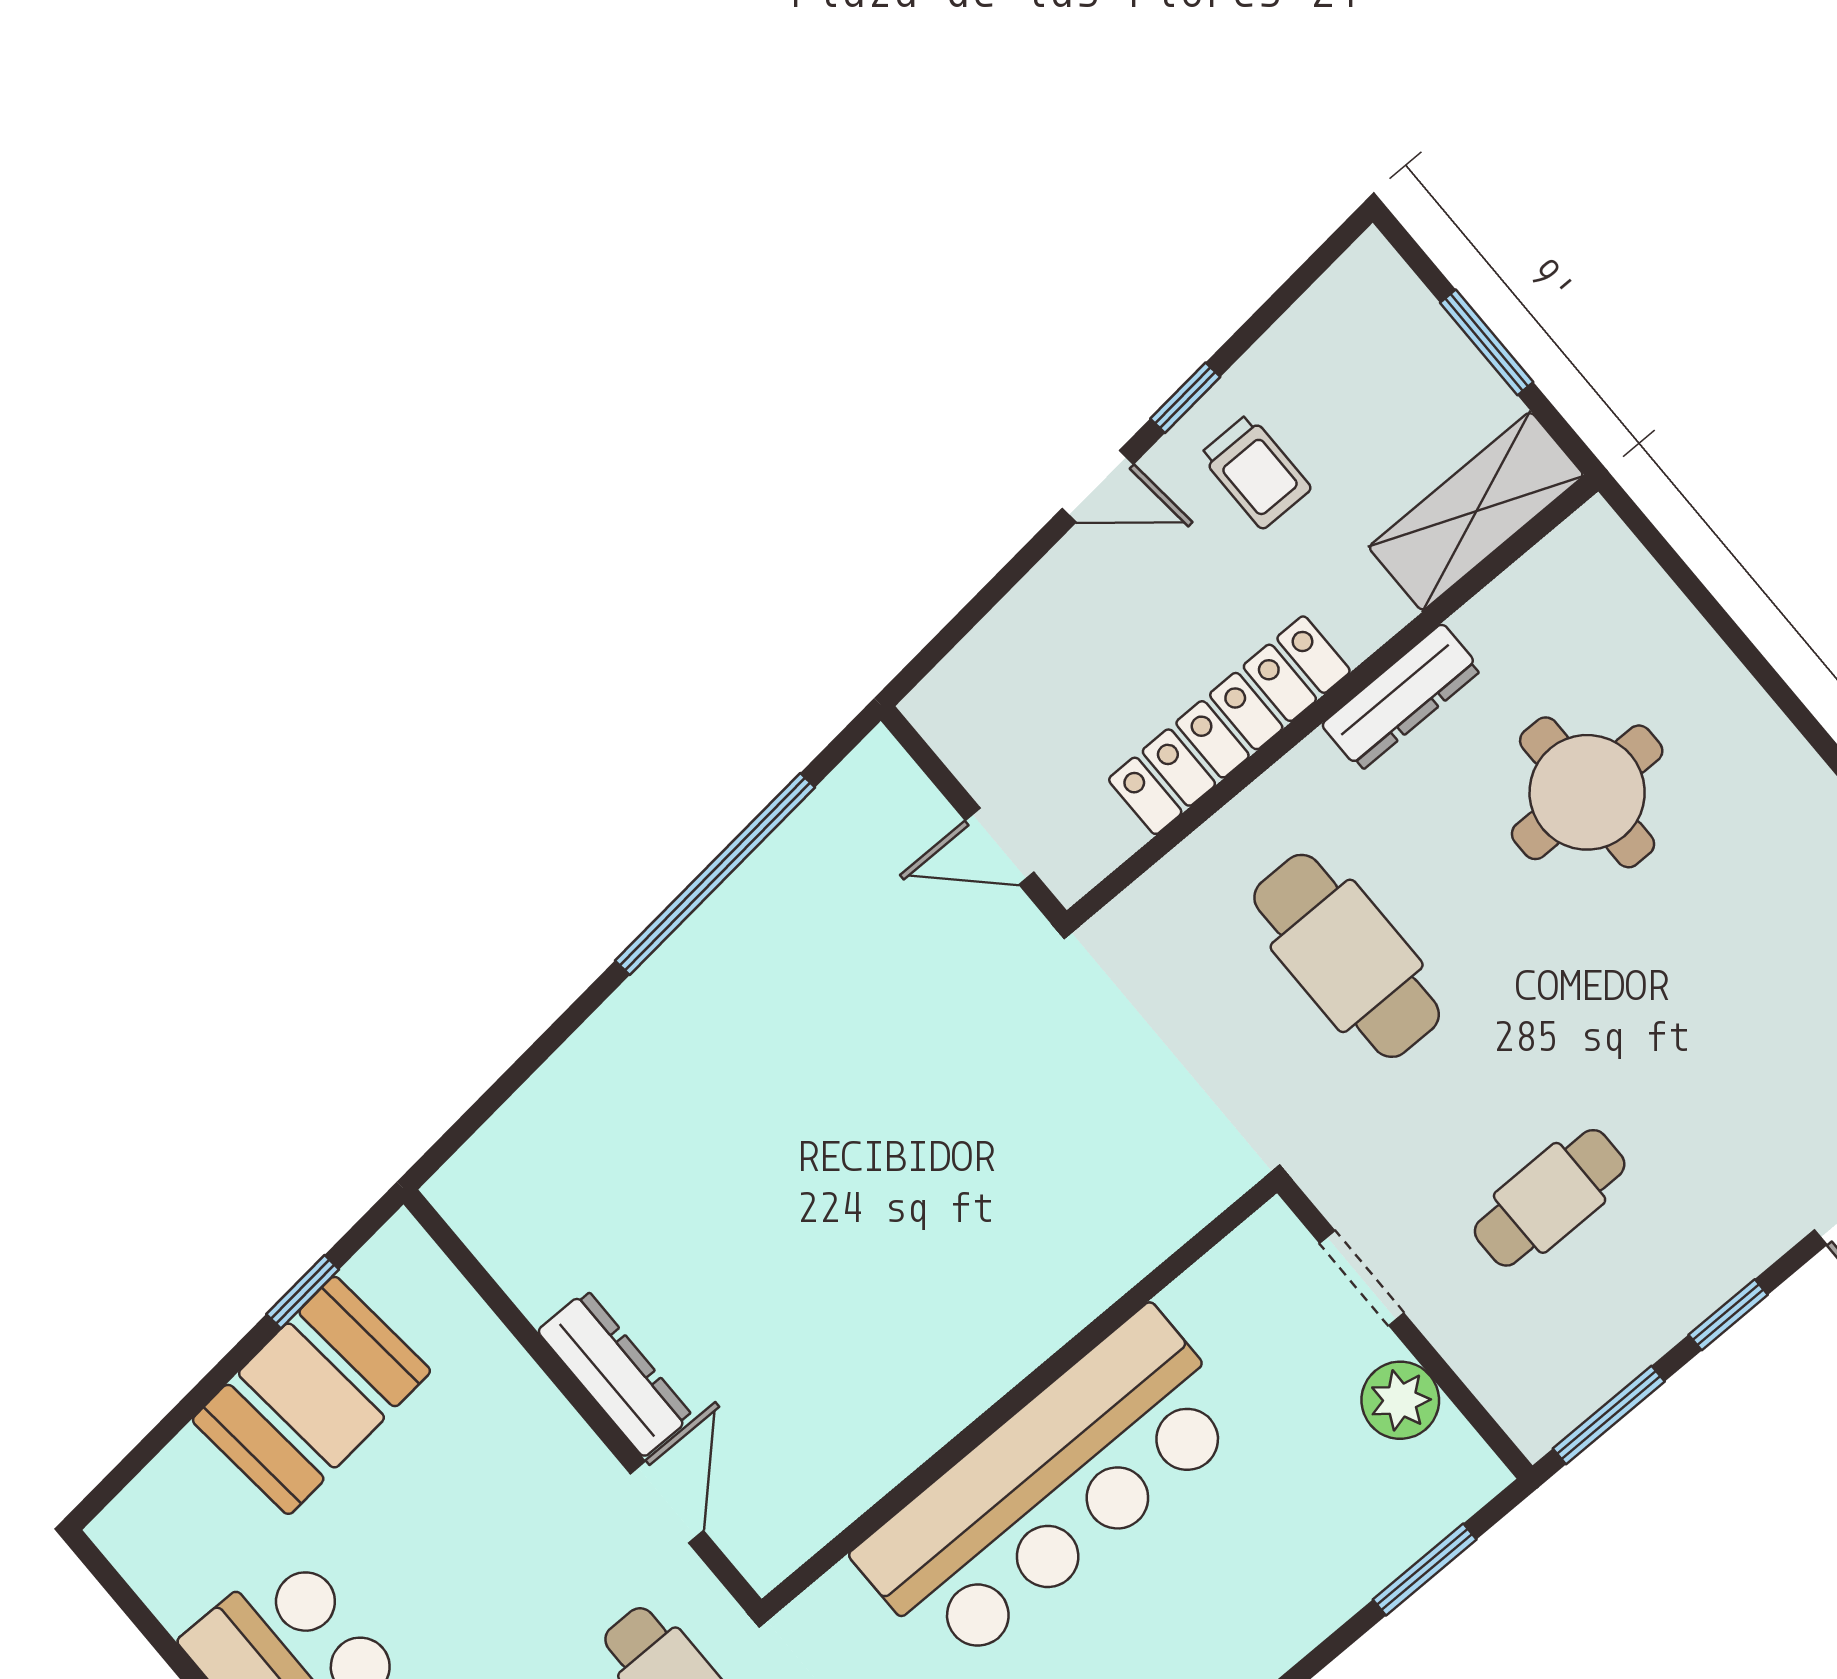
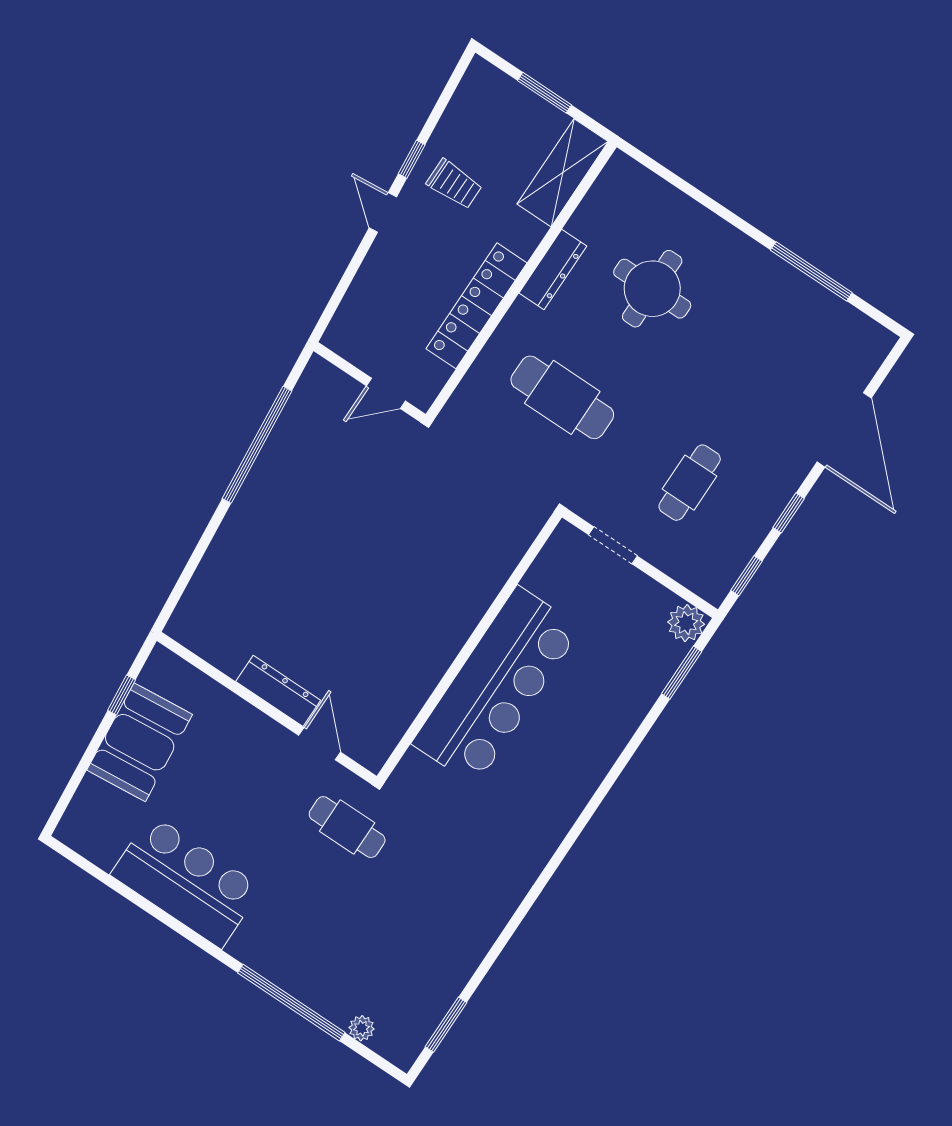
door: (1098, 486) -> (383, 212), swing flipped
plant: (1400, 1400) -> (686, 623), moved
window: (1609, 1415) -> (747, 576), width x0.67

